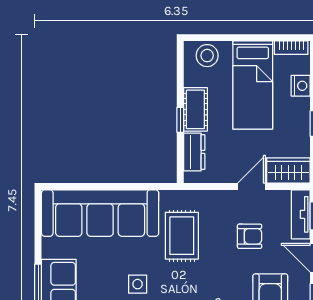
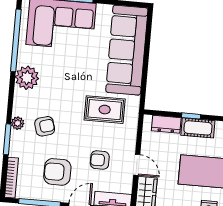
armchair: (250, 236) -> (100, 160), turned 90
side table: (138, 284) -> (71, 73), removed

